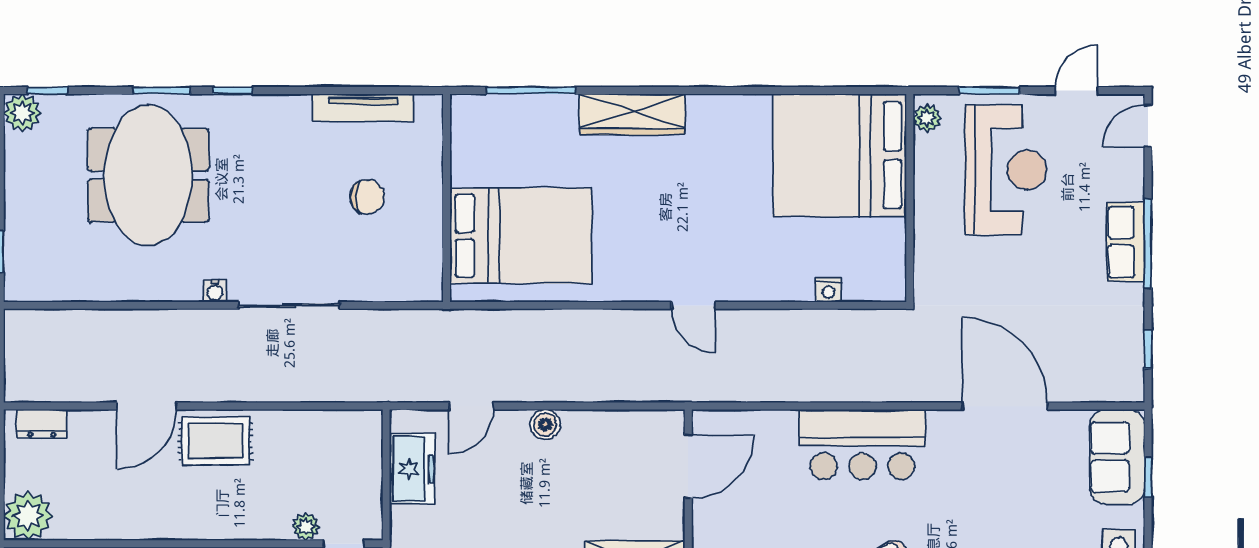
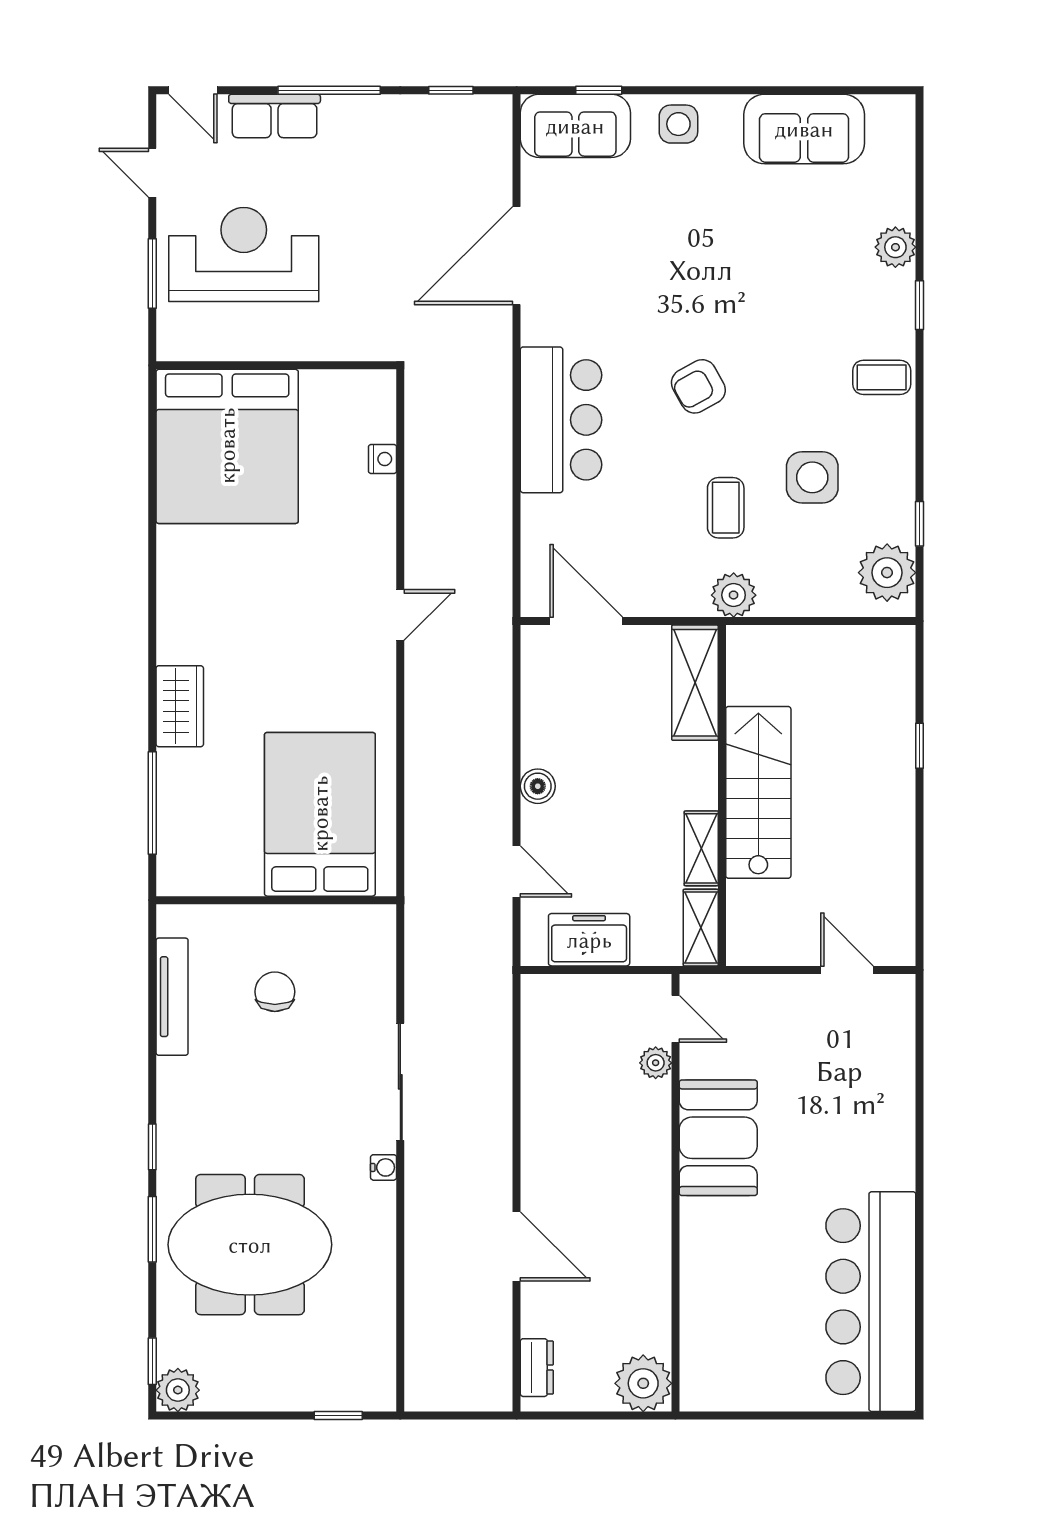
wardrobe: (632, 114) -> (180, 706), width x0.67
plant: (927, 118) -> (184, 345), removed
row of seats: (1126, 242) -> (275, 116), moved
rug: (215, 441) -> (557, 1167), removed

